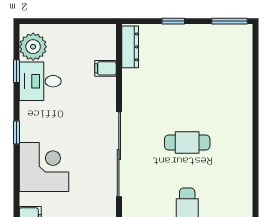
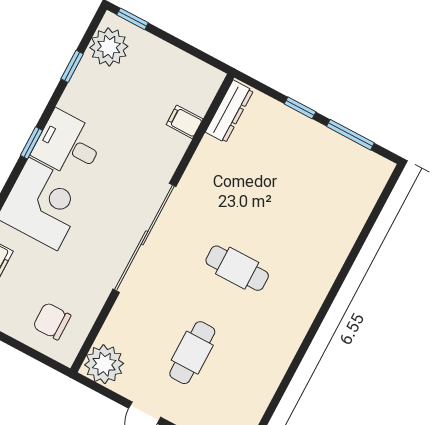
window: (38, 21) -> (132, 19), added
window: (230, 21) -> (350, 135), moved
desk: (40, 81) -> (68, 145), moved

